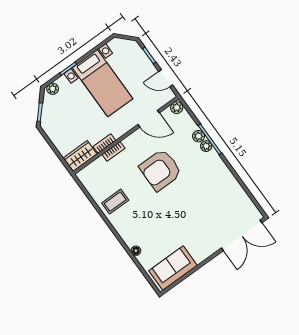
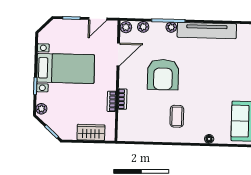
plant: (198, 136) -> (143, 27), moved
wardrobe: (80, 156) -> (91, 132), moved, turned 90
tv unit: (226, 178) -> (207, 31), added
coffee table: (115, 202) -> (177, 116), moved

